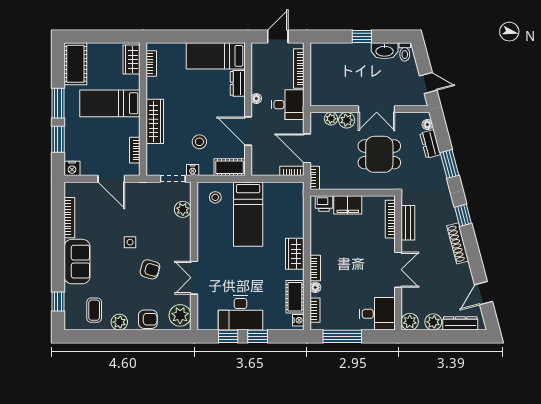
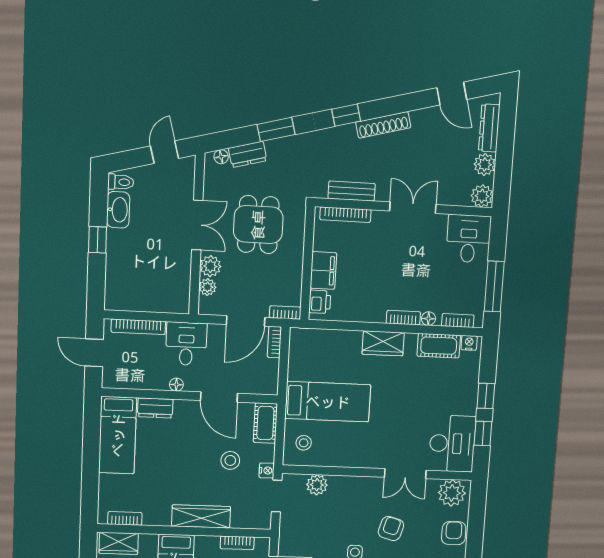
door: (248, 131) -> (219, 397), hinge flipped
desk: (240, 313) -> (452, 444), moved

